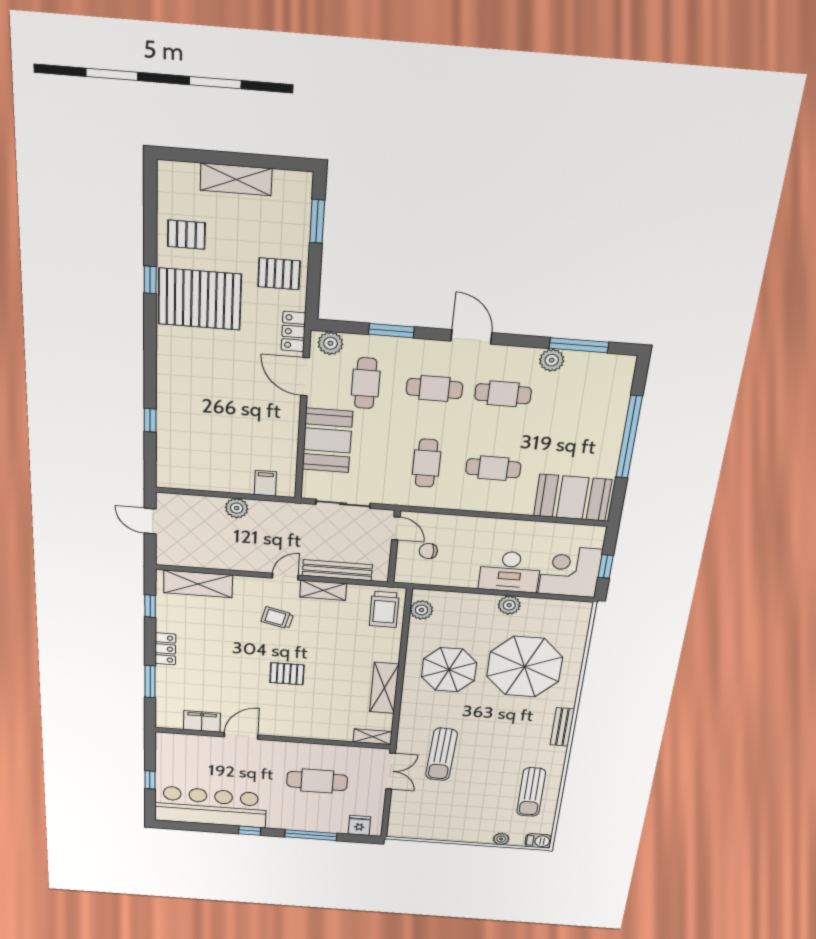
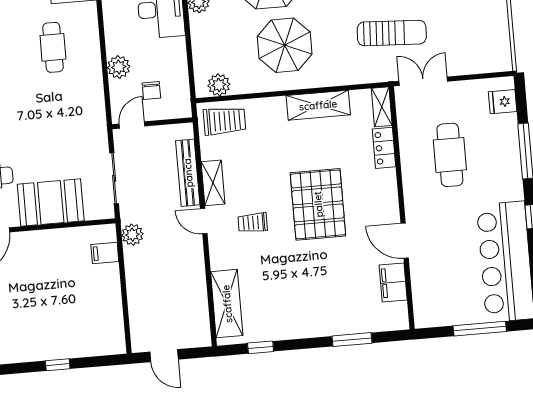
cafe table: (427, 463) -> (58, 109), removed
plant: (237, 508) -> (132, 235), moved
door: (150, 521) -> (164, 356), hinge flipped
plant: (459, 526) -> (119, 67), added
trolley: (277, 618) -> (253, 223), turned 76
locker: (165, 649) -> (384, 148), moved, turned -90
pallet: (287, 674) -> (318, 204), width x2.05, depth x2.00
window: (150, 780) -> (480, 329), width x2.17

